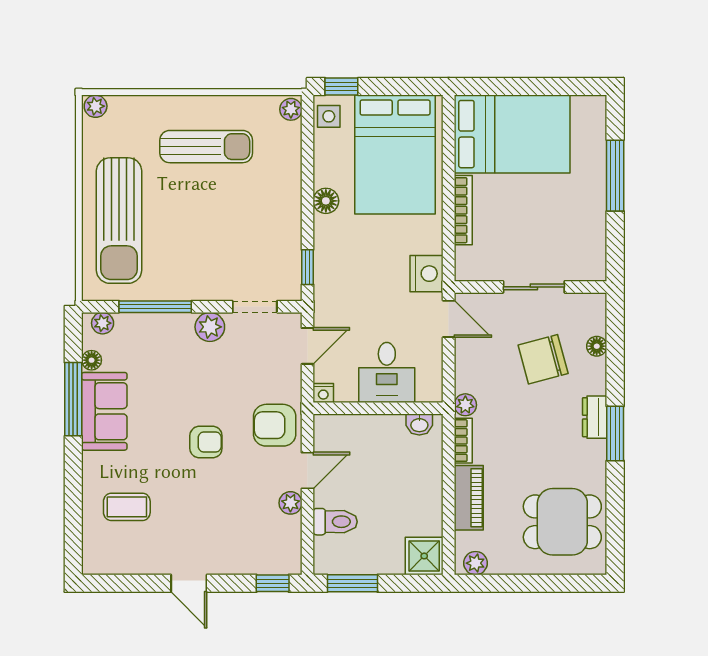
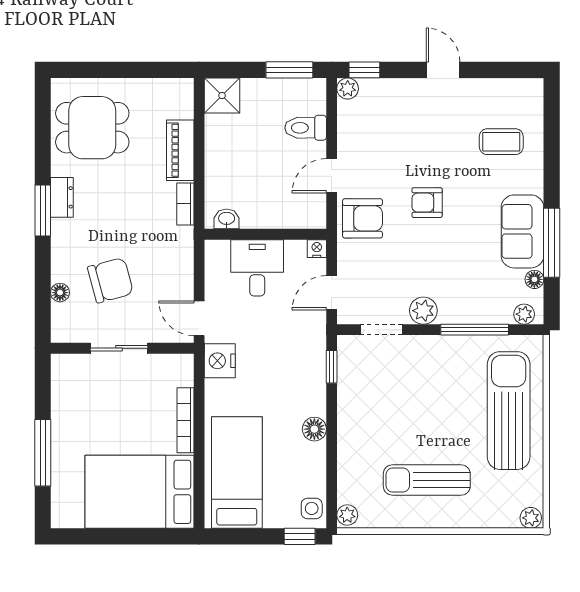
bed: (395, 155) -> (237, 473), width x0.67
plant: (465, 405) -> (183, 238), removed
dresser: (595, 417) -> (62, 197), moved
plant: (290, 503) -> (348, 89), moved
plant: (475, 563) -> (174, 89), removed

